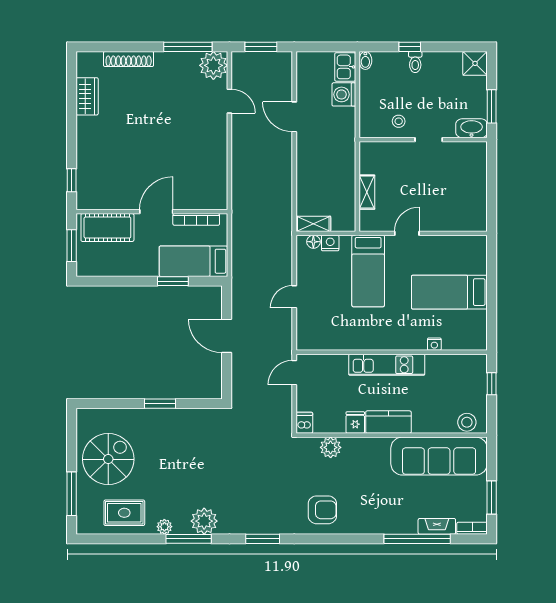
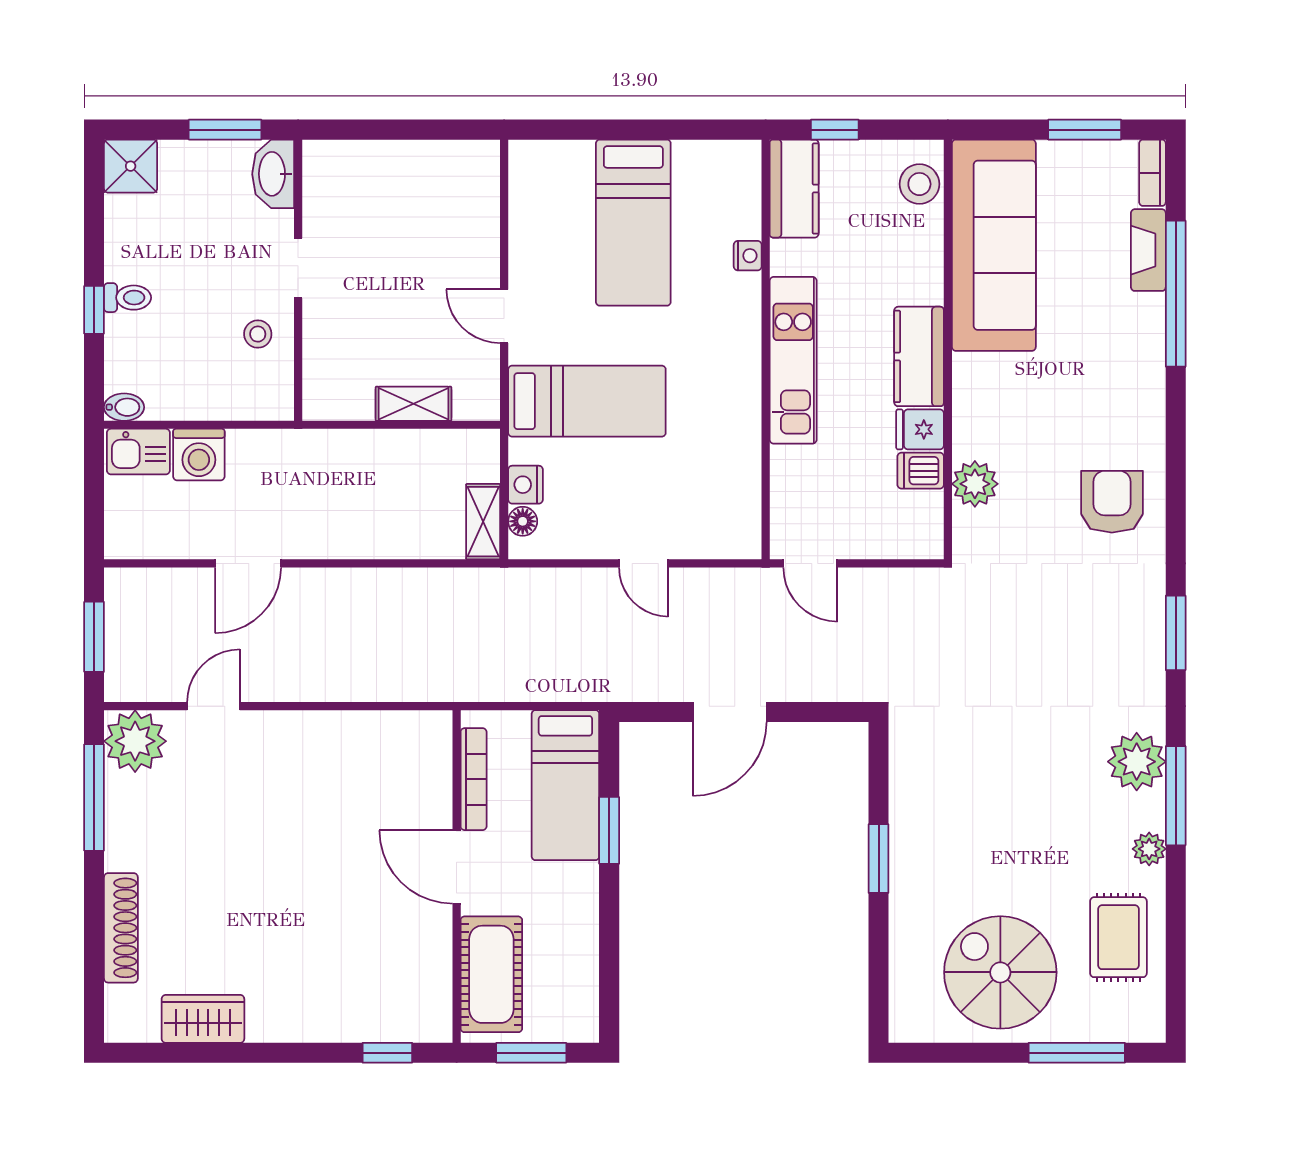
kitchen counter: (465, 365) -> (794, 189), added
dishwasher: (304, 423) -> (921, 471), moved

